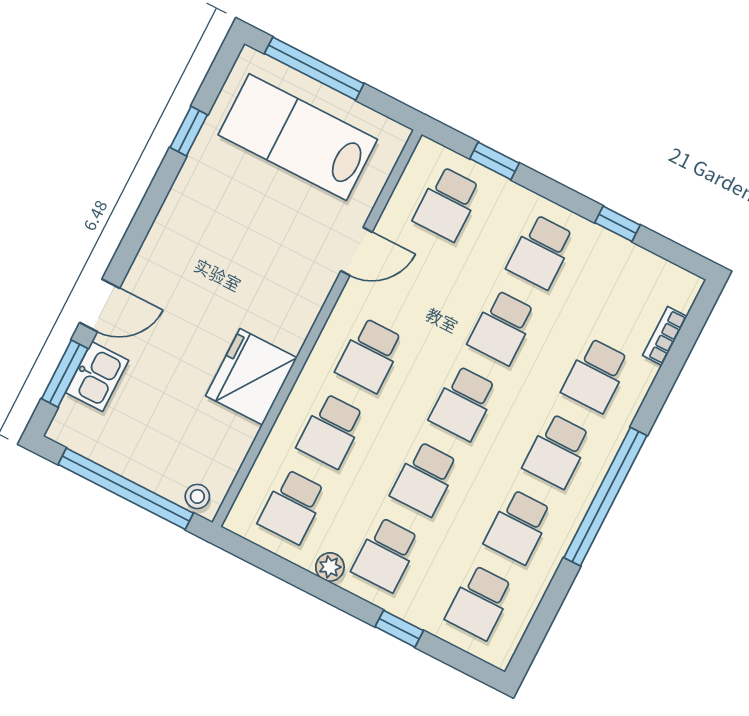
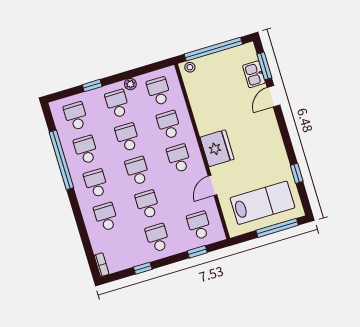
bookcase: (665, 336) -> (102, 265), moved
fridge: (251, 377) -> (217, 148), moved
window: (605, 497) -> (61, 160), moved

